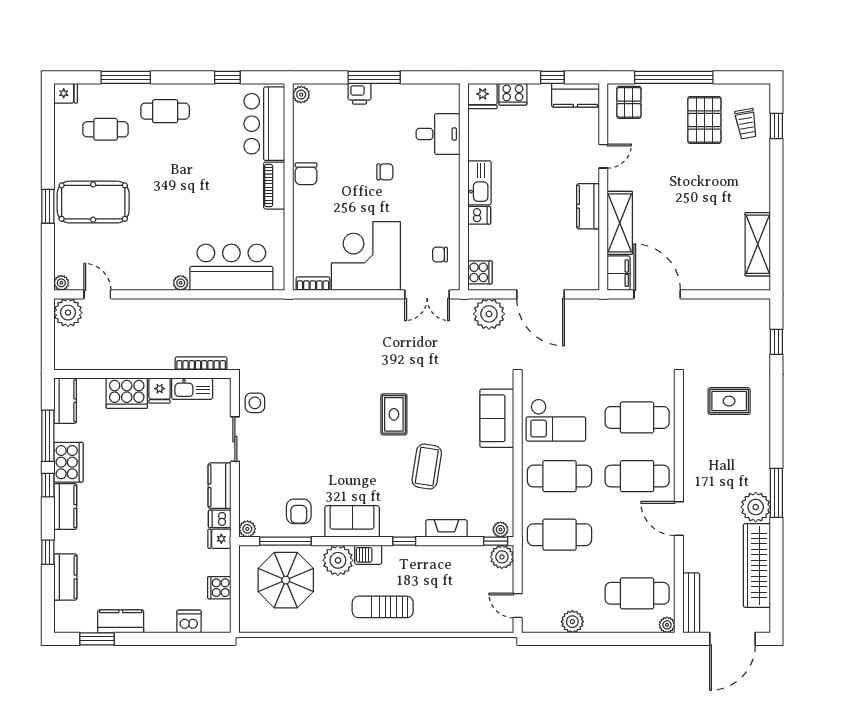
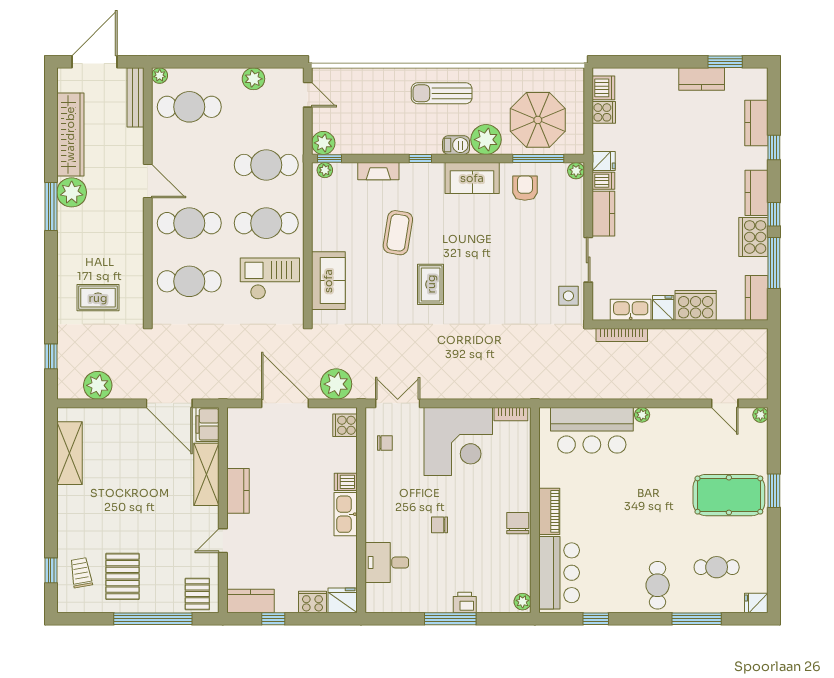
cafe table: (165, 111) -> (658, 585), turned 90
plant: (68, 313) -> (98, 385), moved
sun lounger: (383, 607) -> (442, 93), turned 180
dishwasher: (189, 622) -> (603, 88), moved, turned -90

